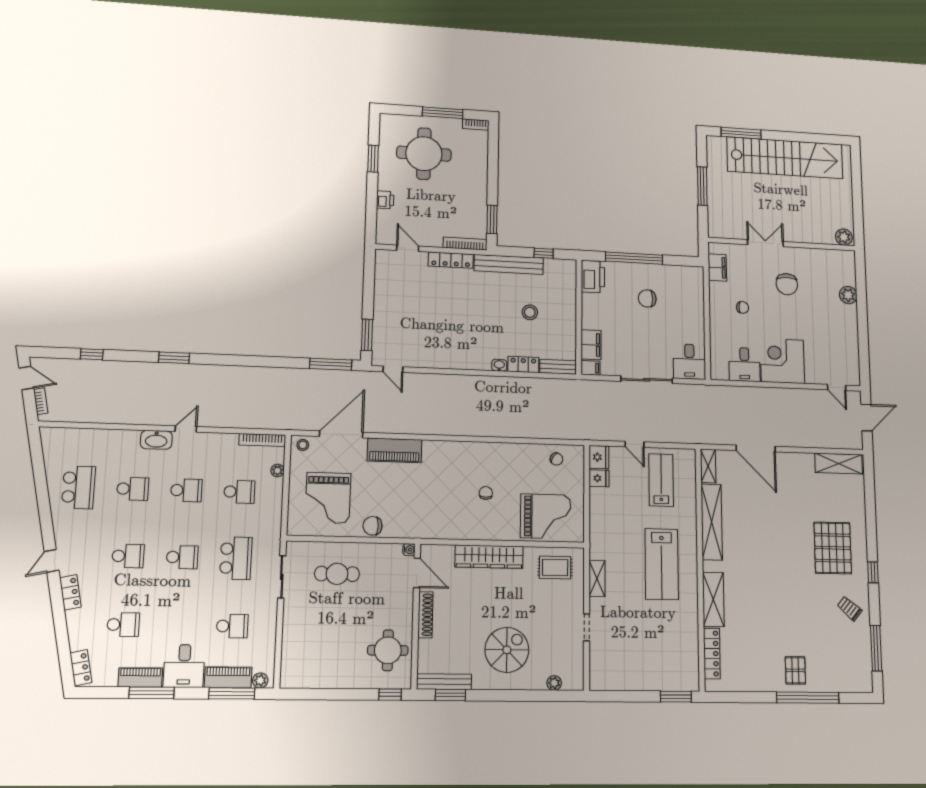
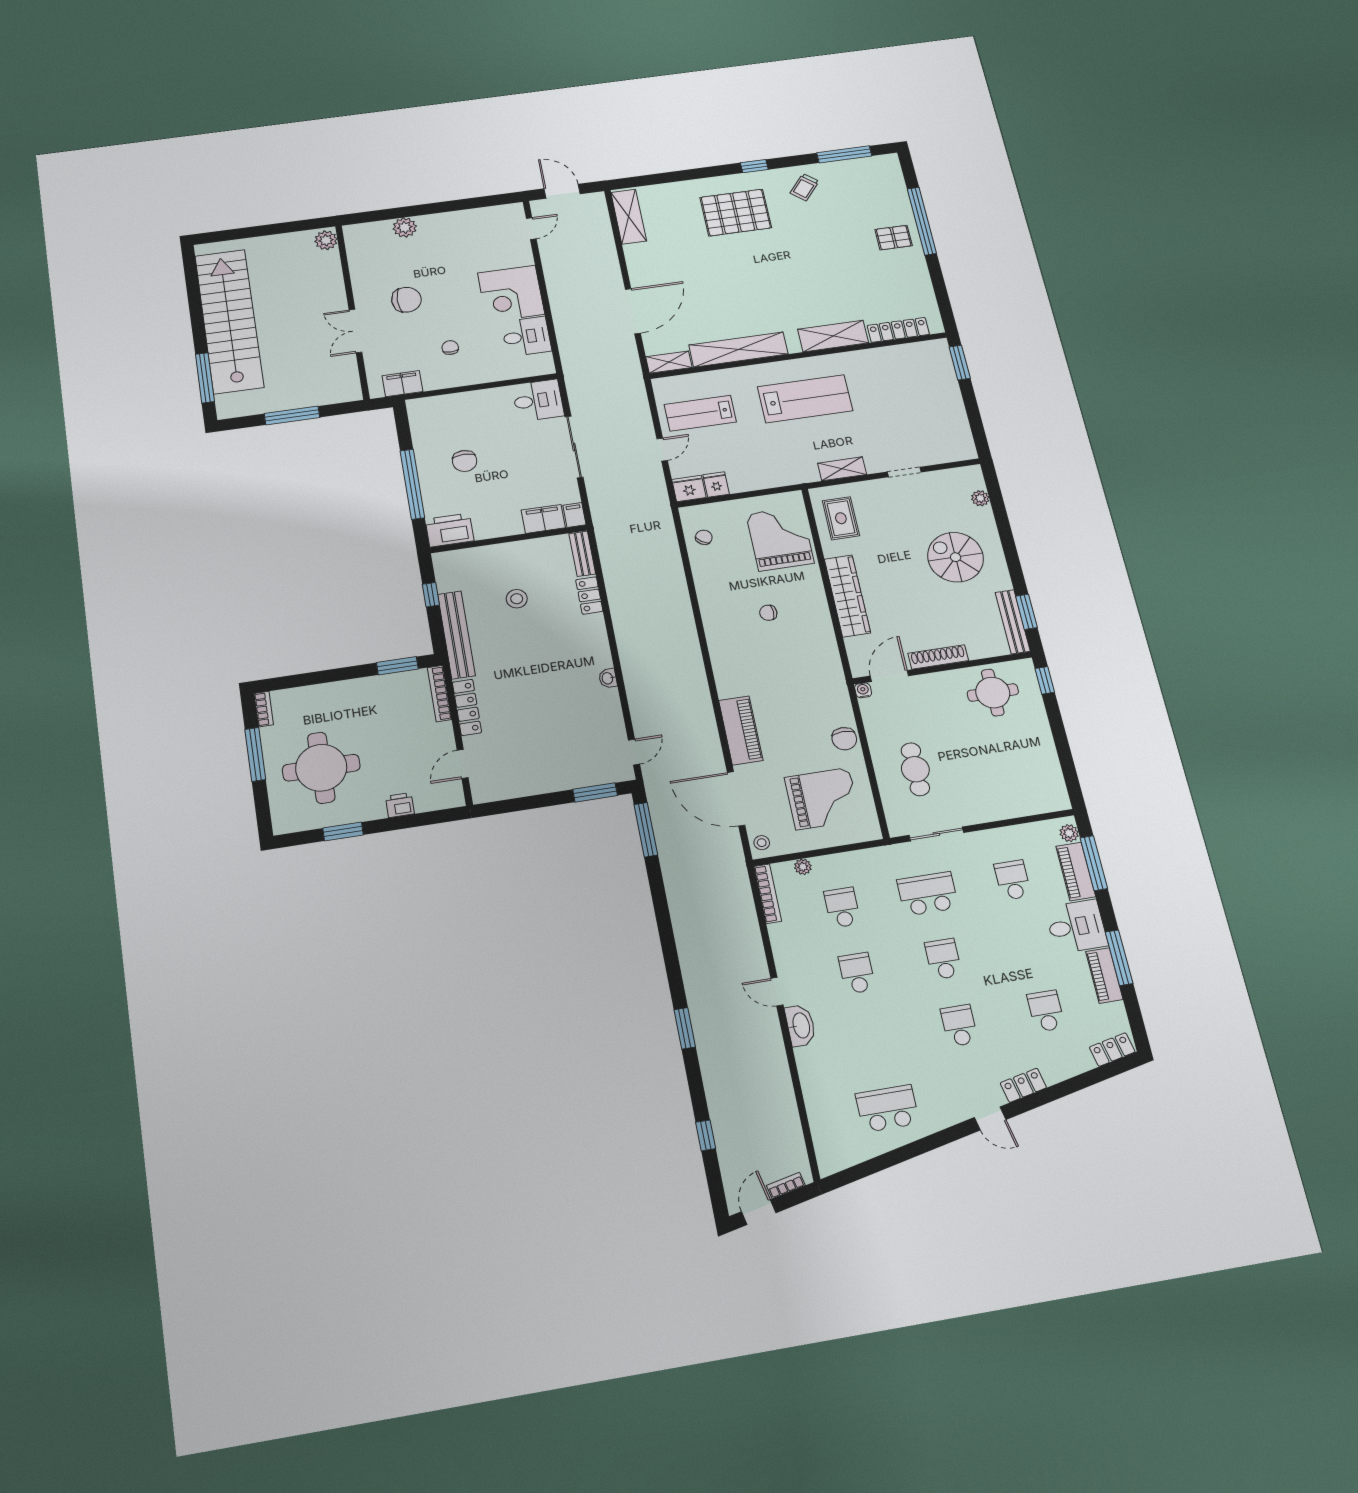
washbasin: (499, 365) -> (608, 678), moved
school desk: (133, 489) -> (872, 1040), removed

